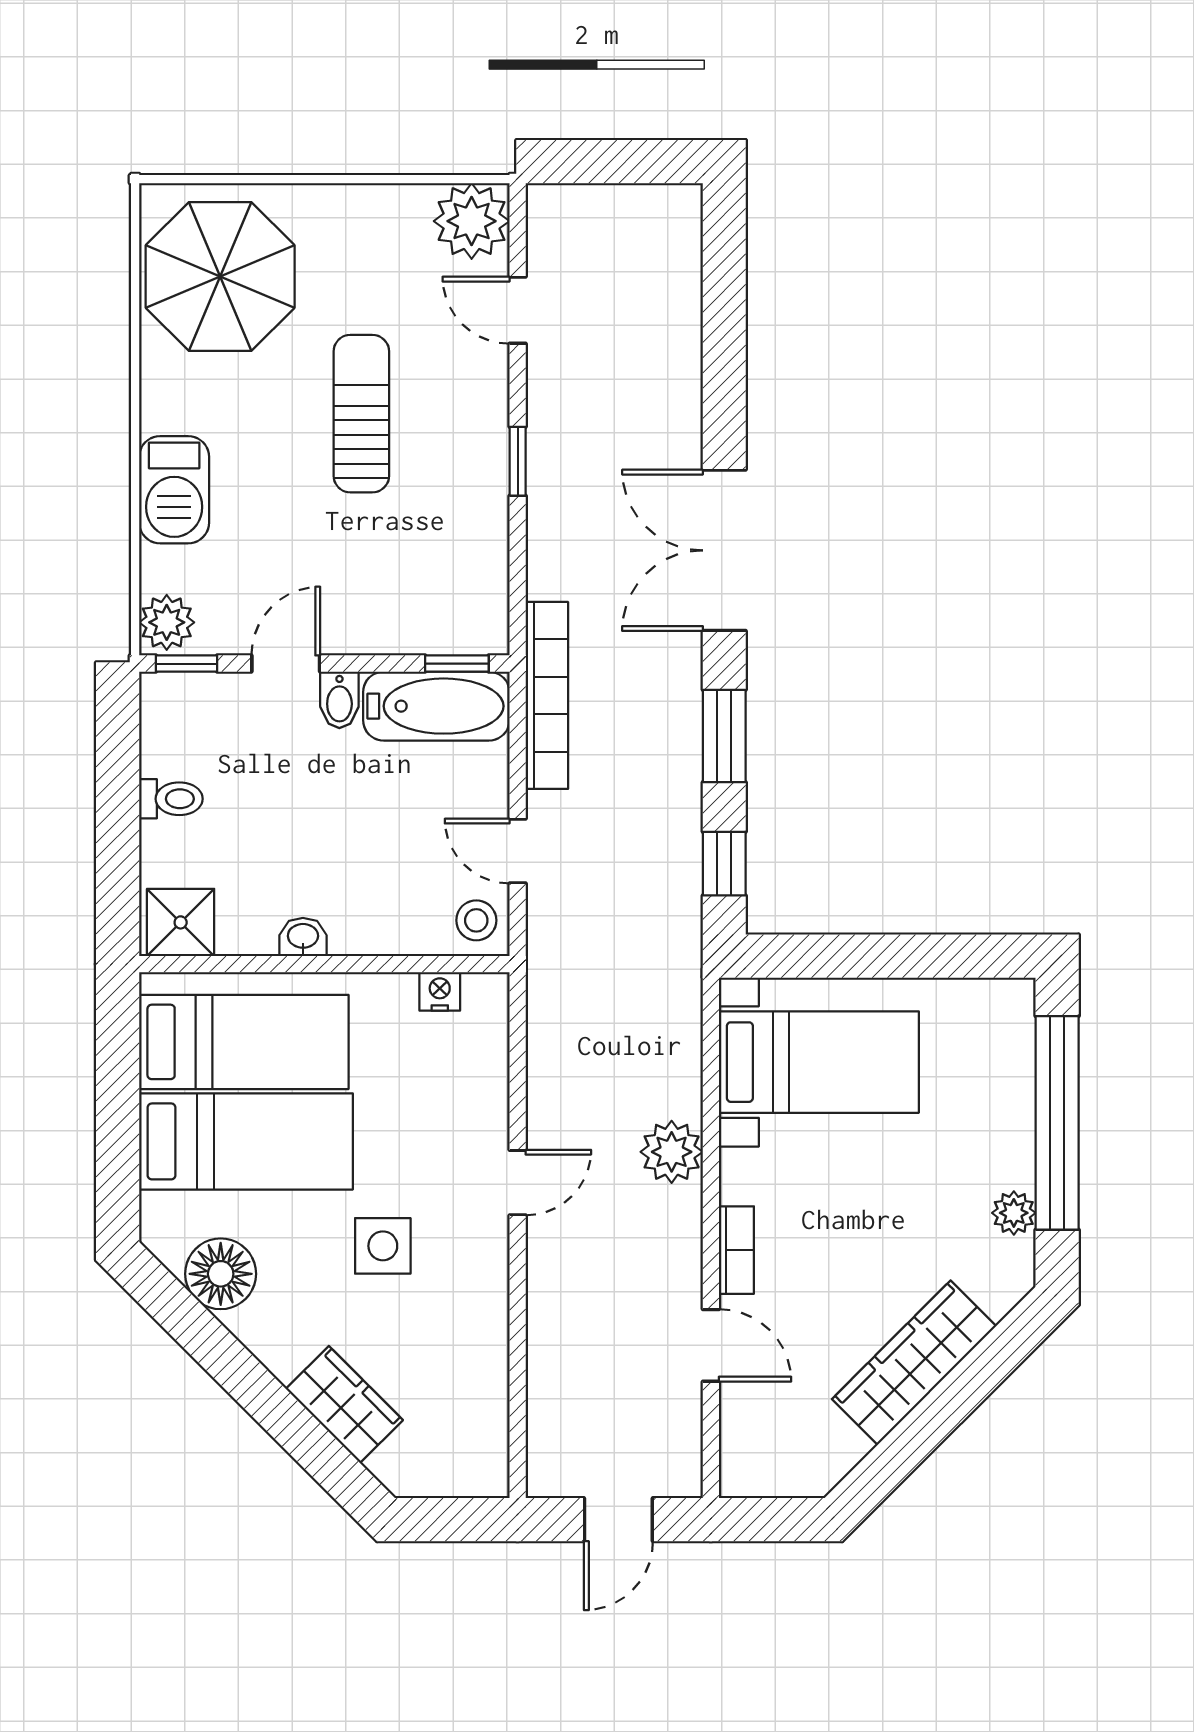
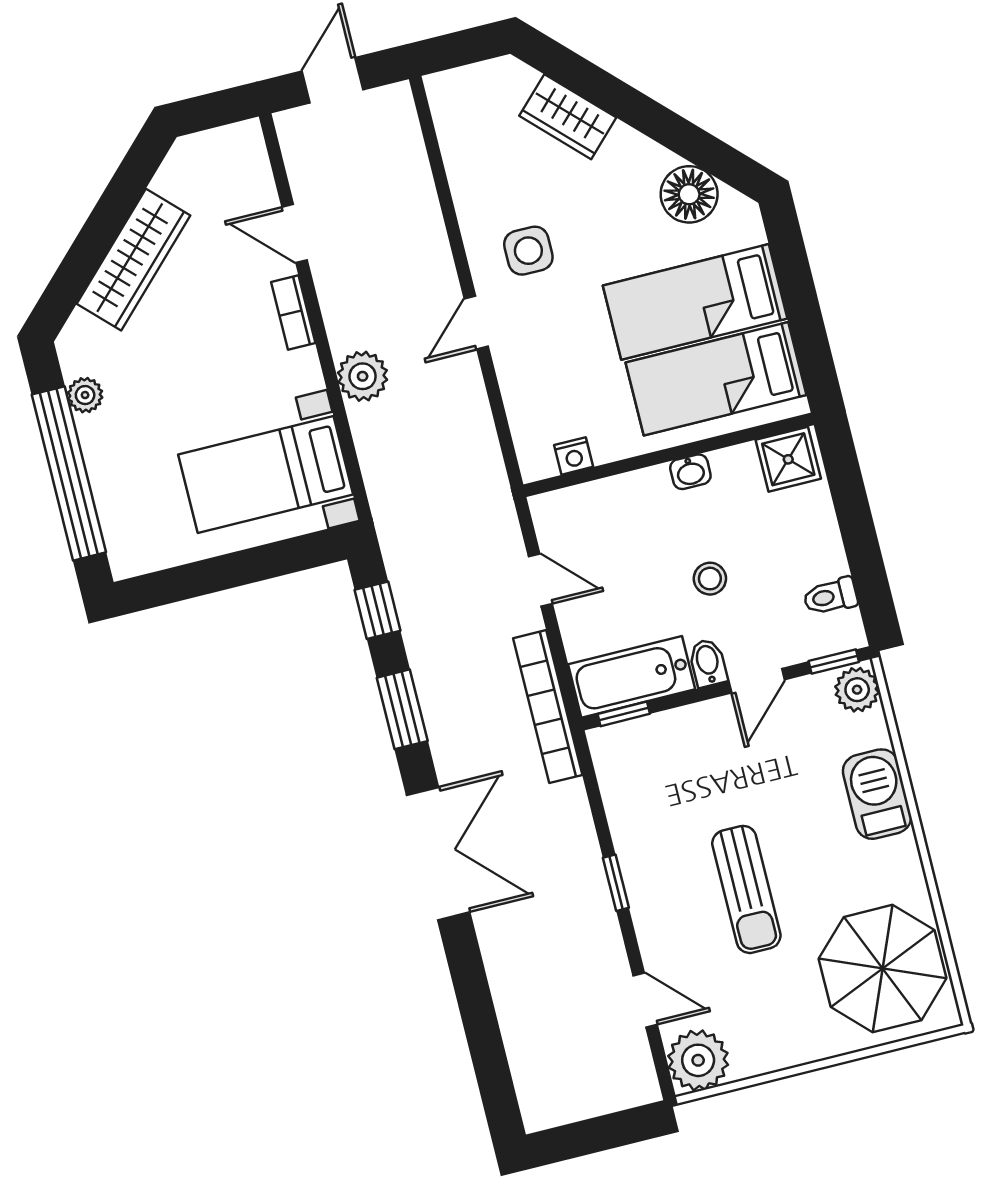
toilet: (171, 799) -> (830, 596), moved
stool: (476, 920) -> (710, 579), moved
side table: (383, 1246) -> (528, 251), moved

